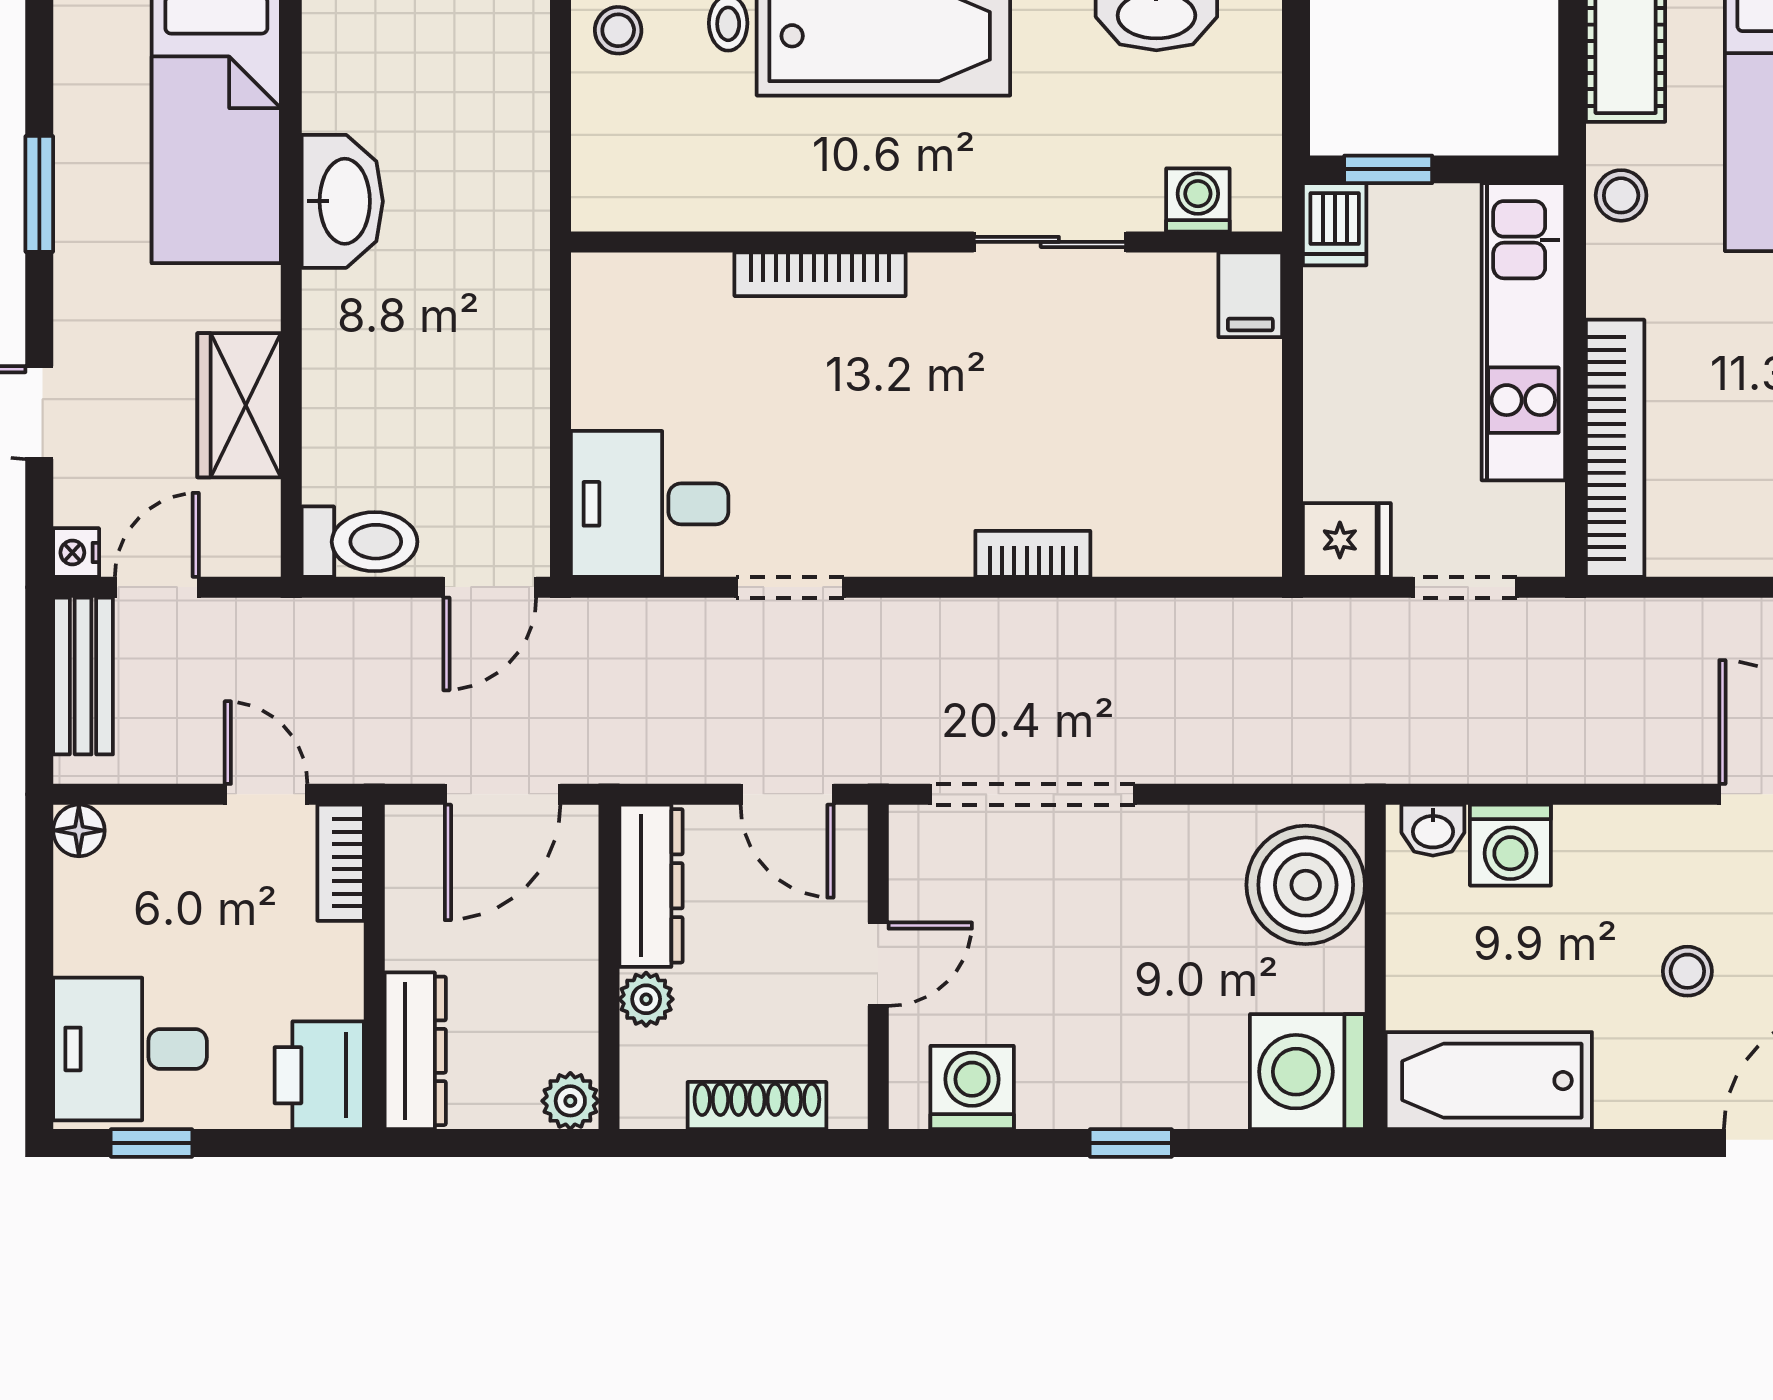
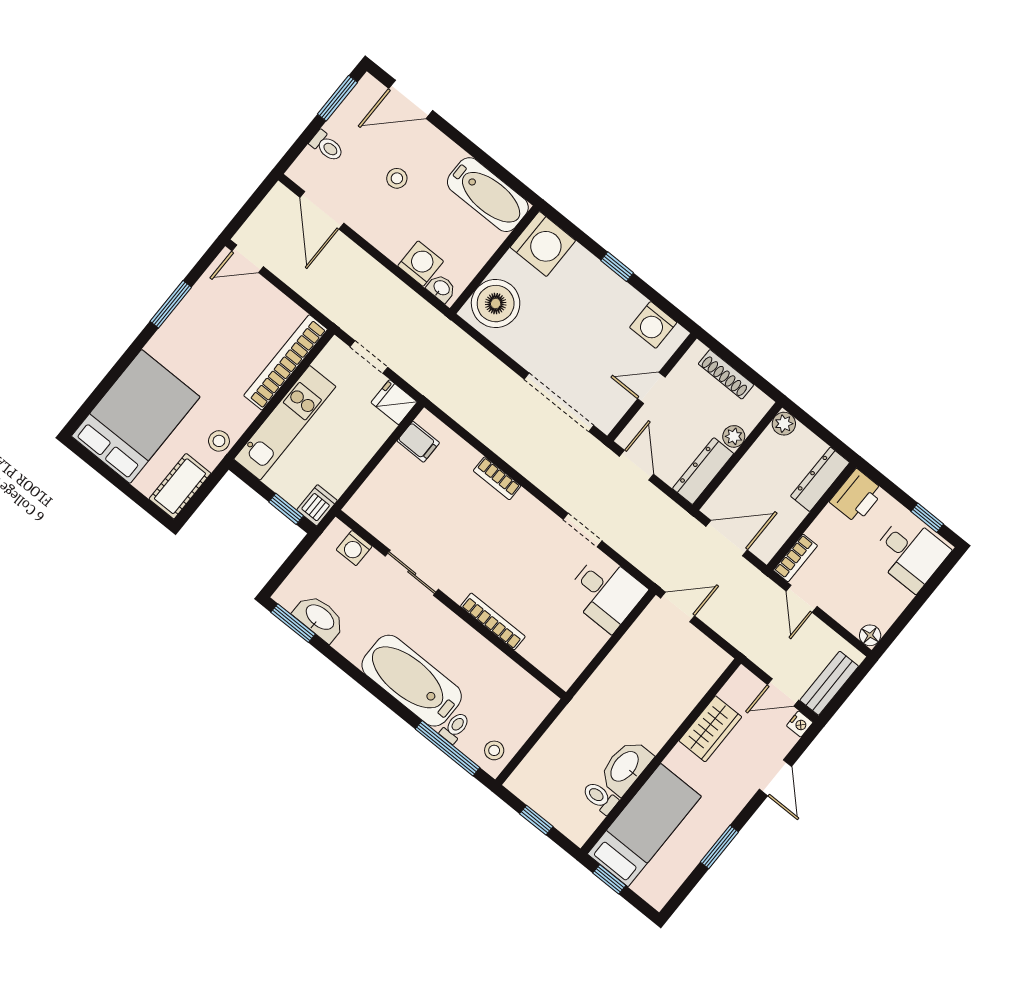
filing cabinet: (1250, 295) -> (418, 442), moved, turned 90
toilet: (360, 542) -> (600, 798), moved, width x0.73, depth x0.72

